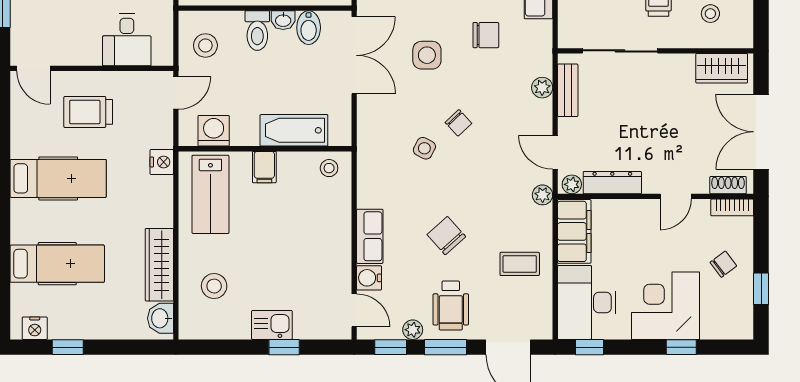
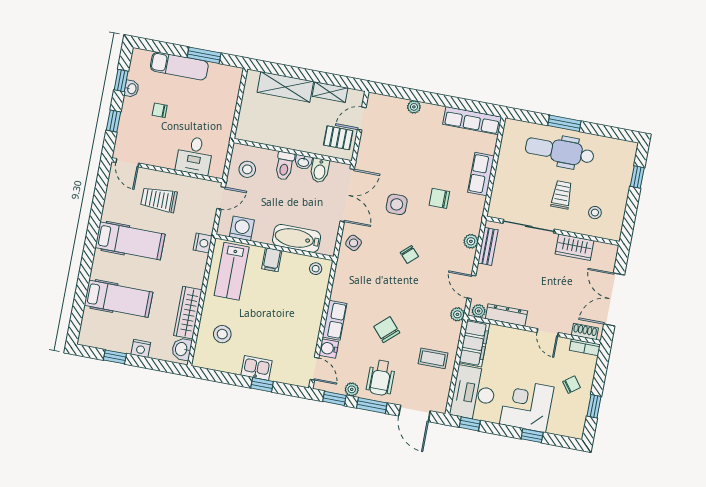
chair: (486, 35) -> (439, 198), turned 180
wardrobe: (722, 68) -> (574, 247), moved
side table: (424, 148) -> (354, 243), moved
door: (676, 196) -> (548, 333), hinge flipped
nightstand: (35, 328) -> (141, 348), moved

